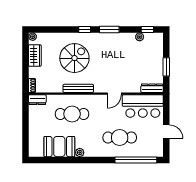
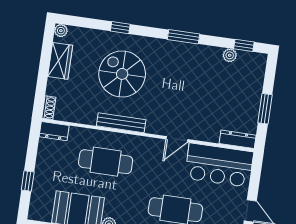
window: (85, 29) -> (120, 28), moved
spiral stairs: (74, 58) -> (122, 74), turned -90
window: (25, 133) -> (28, 181), added

